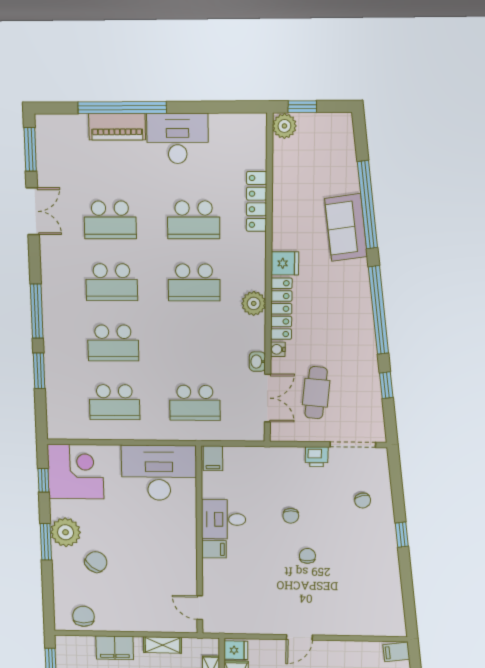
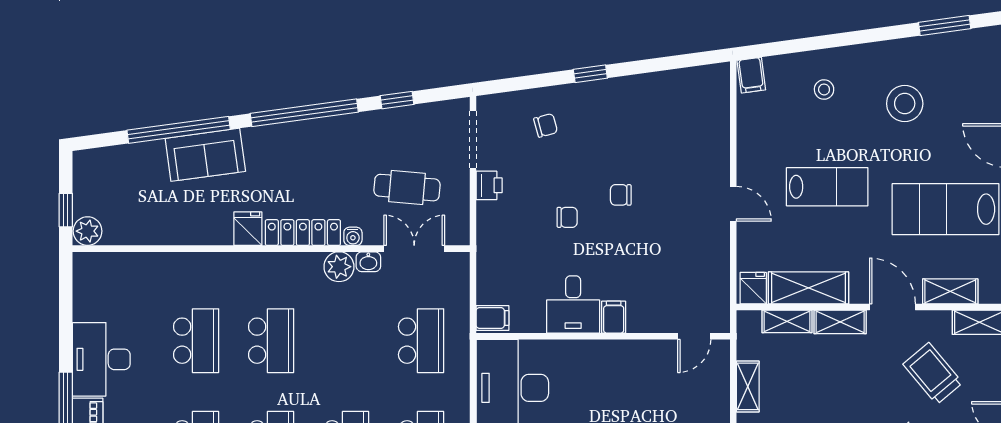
locker: (257, 201) -> (175, 264), removed
plant: (254, 303) -> (339, 267), moved

